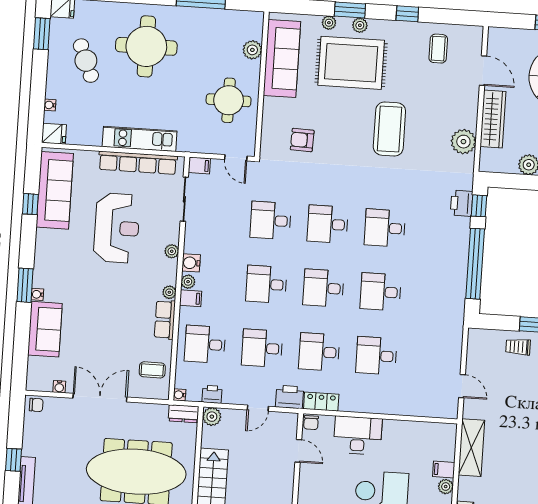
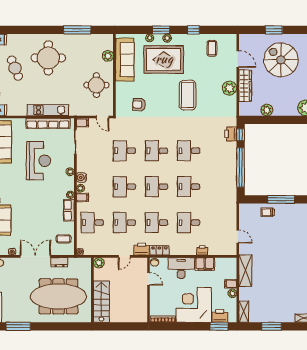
plant: (463, 142) -> (229, 88), moved
printer: (212, 394) -> (202, 250), moved
dresser: (184, 414) -> (59, 262), moved
filing cabinet: (400, 431) -> (205, 264), added

